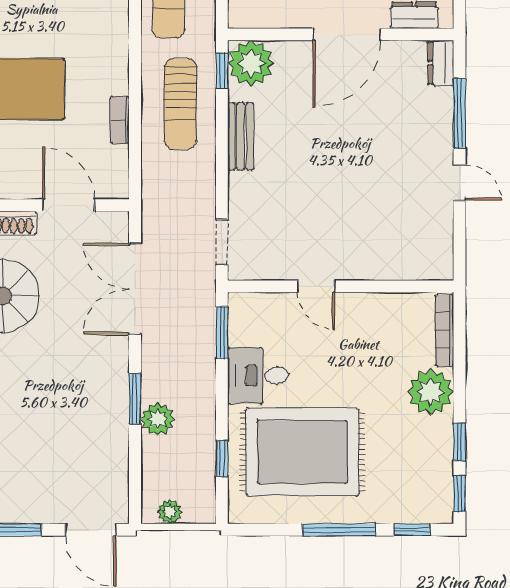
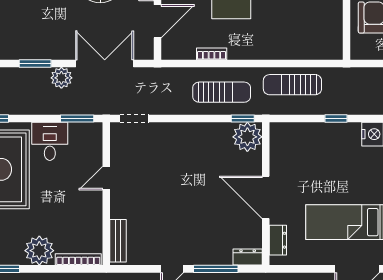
sun lounger: (180, 104) -> (222, 92), turned 180
bench: (241, 136) -> (118, 241), moved, turned 90
plant: (158, 419) -> (61, 78), moved

